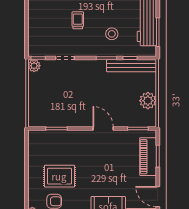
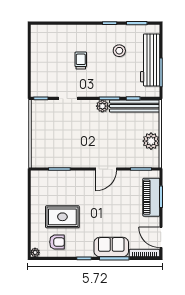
stool: (112, 34) -> (119, 51), moved
plant: (34, 66) -> (102, 106), moved
door: (103, 128) -> (106, 169), swing flipped

